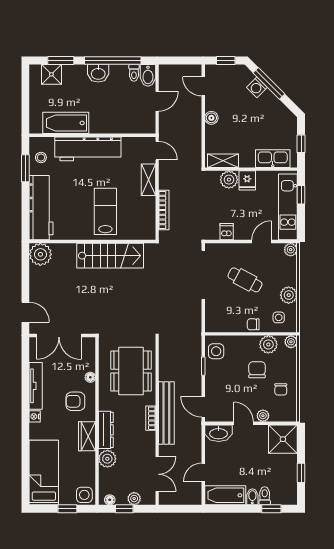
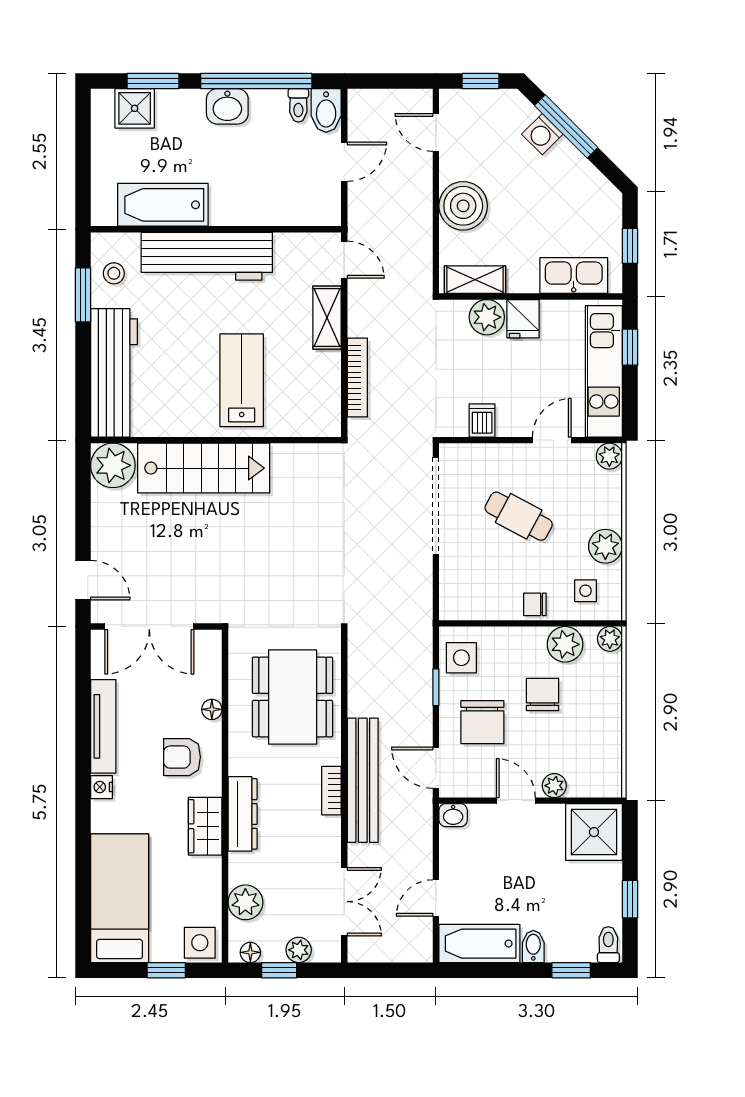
boiler: (211, 118) -> (463, 206), width x1.86, depth x1.86
stairs: (110, 256) -> (204, 468), moved
chair: (281, 389) -> (482, 722), moved, width x1.87, depth x1.87
washbasin: (219, 433) -> (453, 815), width x0.52, depth x0.69
plant: (107, 459) -> (245, 902), moved
toilet: (265, 496) -> (608, 945), moved

